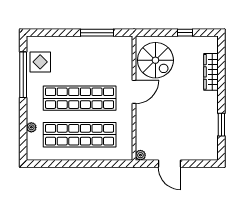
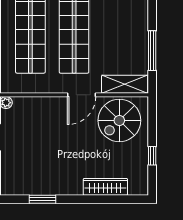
shelving: (125, 56) -> (125, 84), added
door: (134, 92) -> (82, 95), hinge flipped

